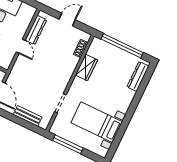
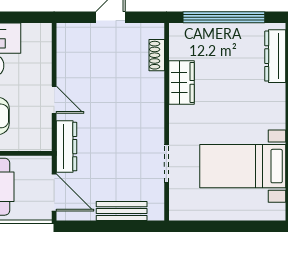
dresser: (36, 30) -> (67, 147), moved
window: (68, 144) -> (212, 226), removed

